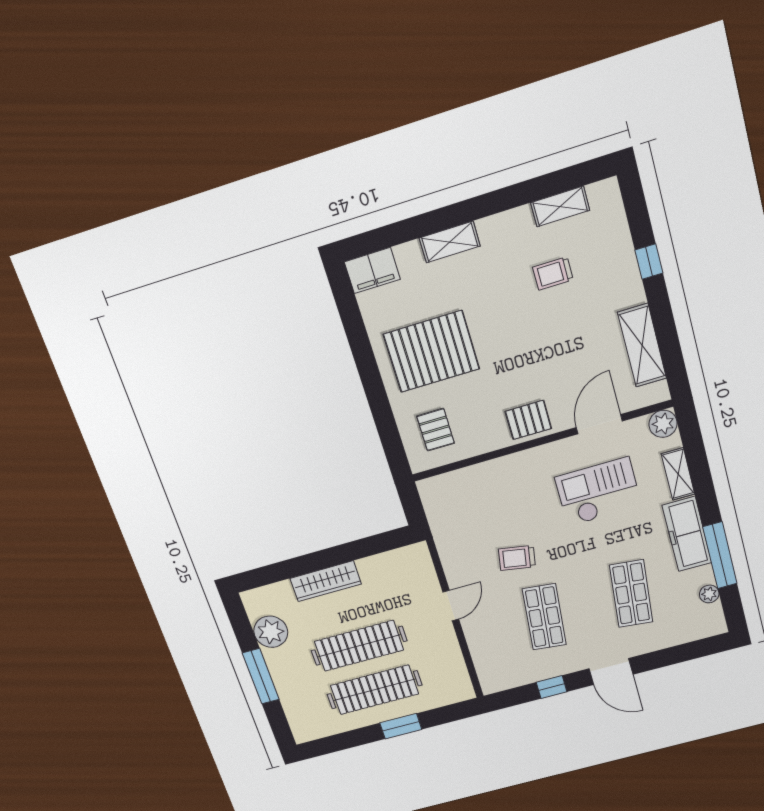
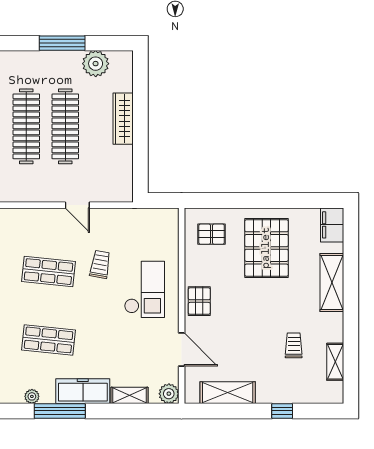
shelving: (450, 242) -> (332, 283), width x1.50, depth x1.33
checkout: (598, 492) -> (144, 289), moved

